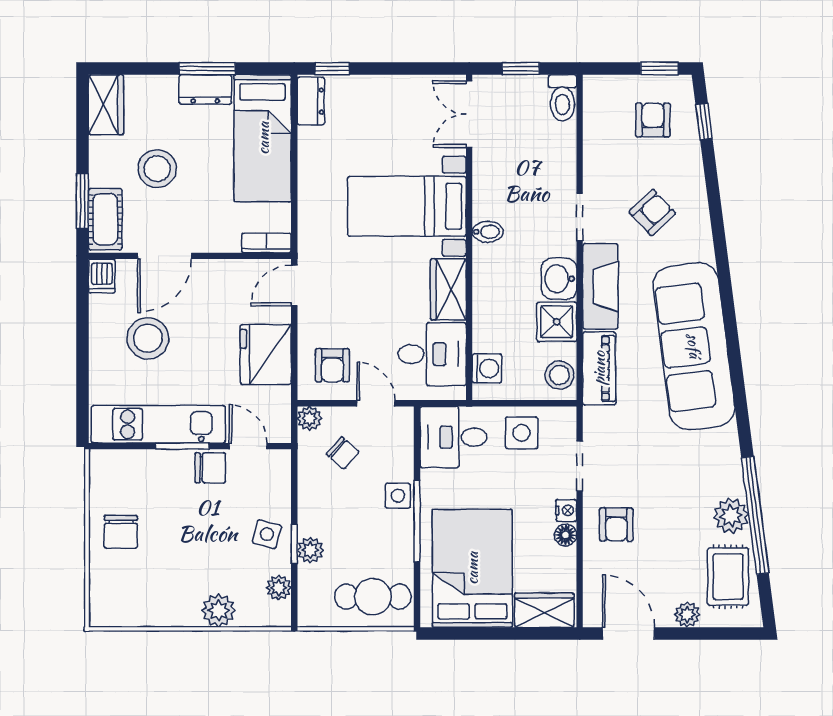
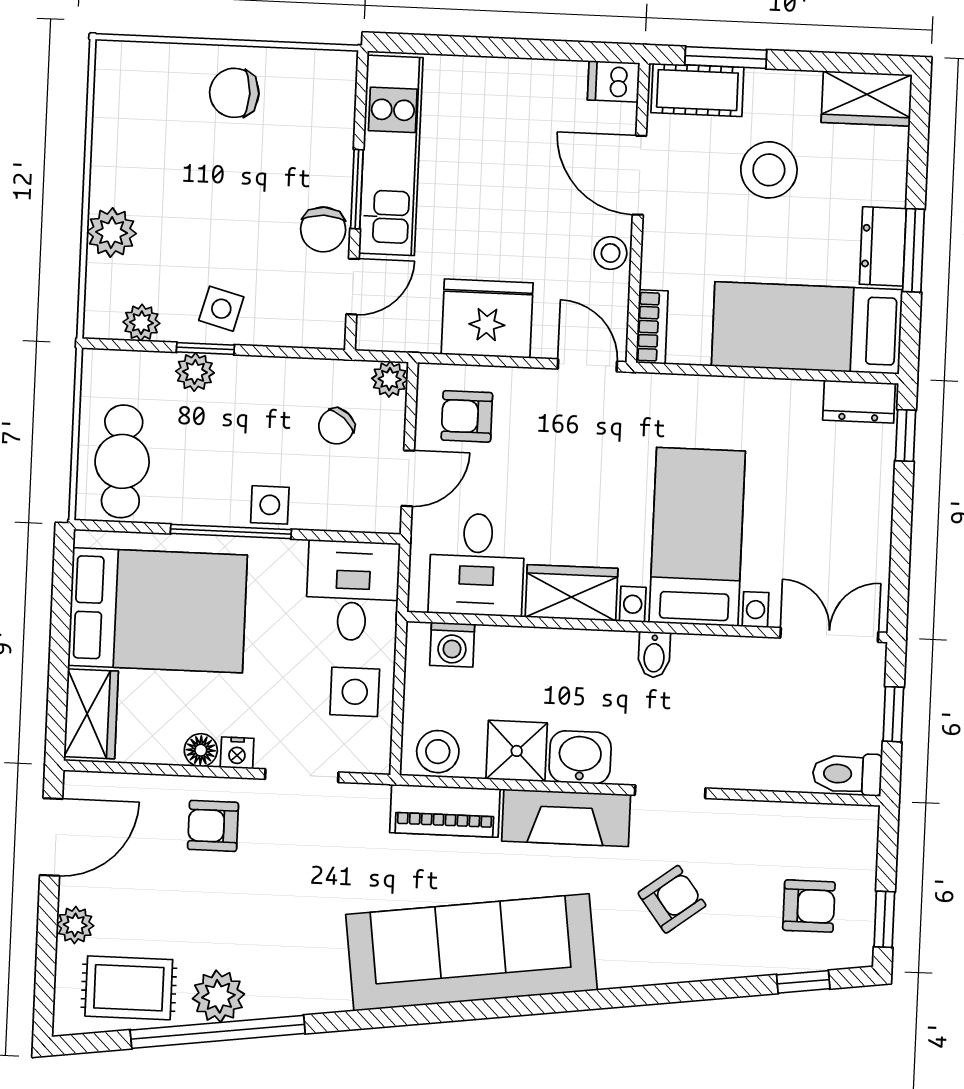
armchair: (652, 213) -> (672, 899), turned -84
stool: (148, 338) -> (610, 253), moved, width x0.53, depth x0.53

